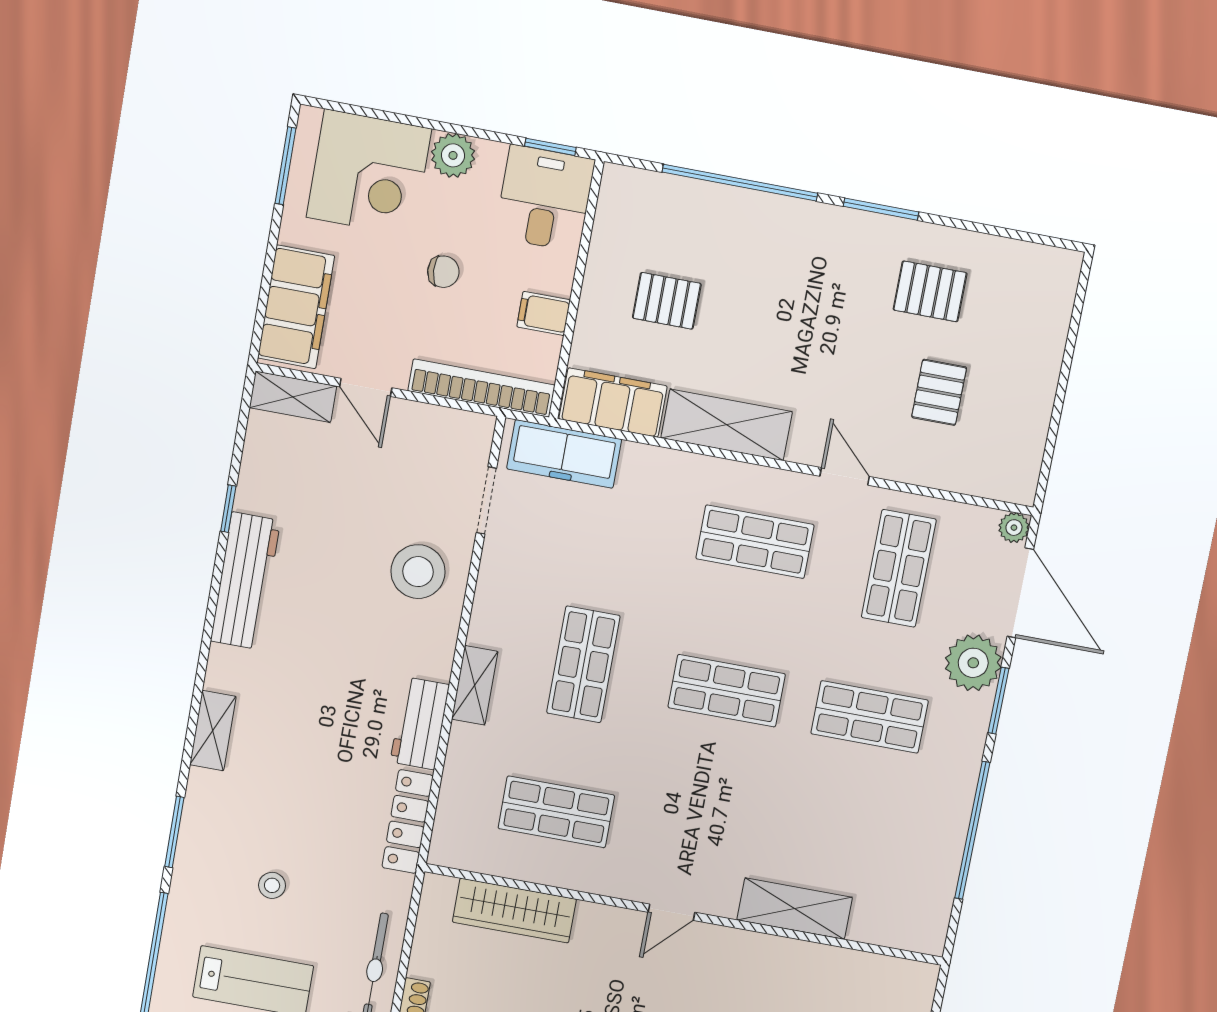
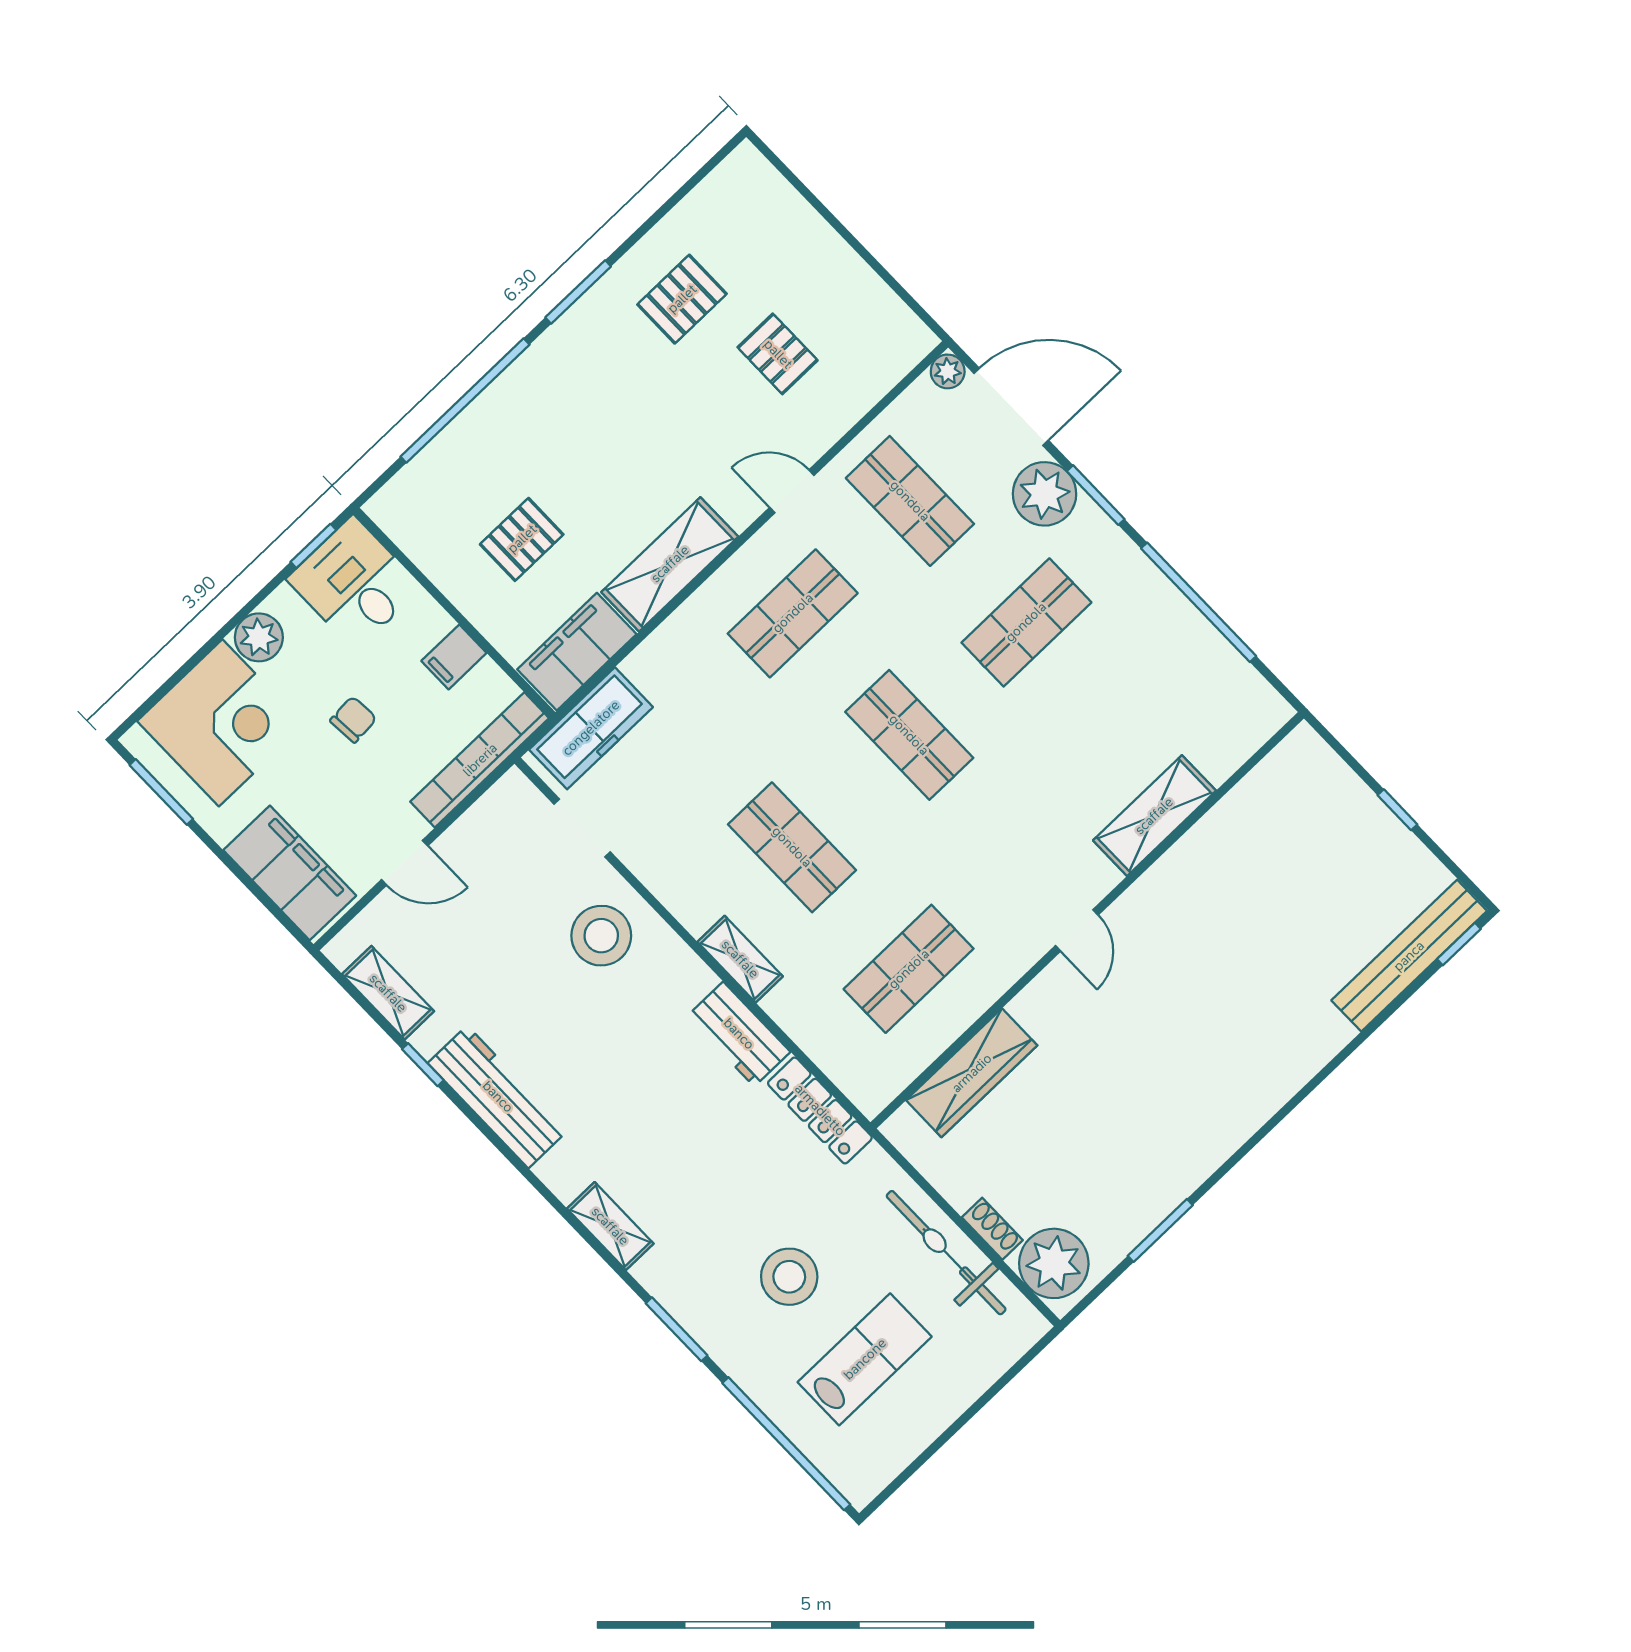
shelving: (293, 397) -> (388, 993), moved, turned 90
shop shelf: (727, 691) -> (909, 735), turned 90
stool: (272, 885) -> (789, 1277), width x1.89, depth x1.89

